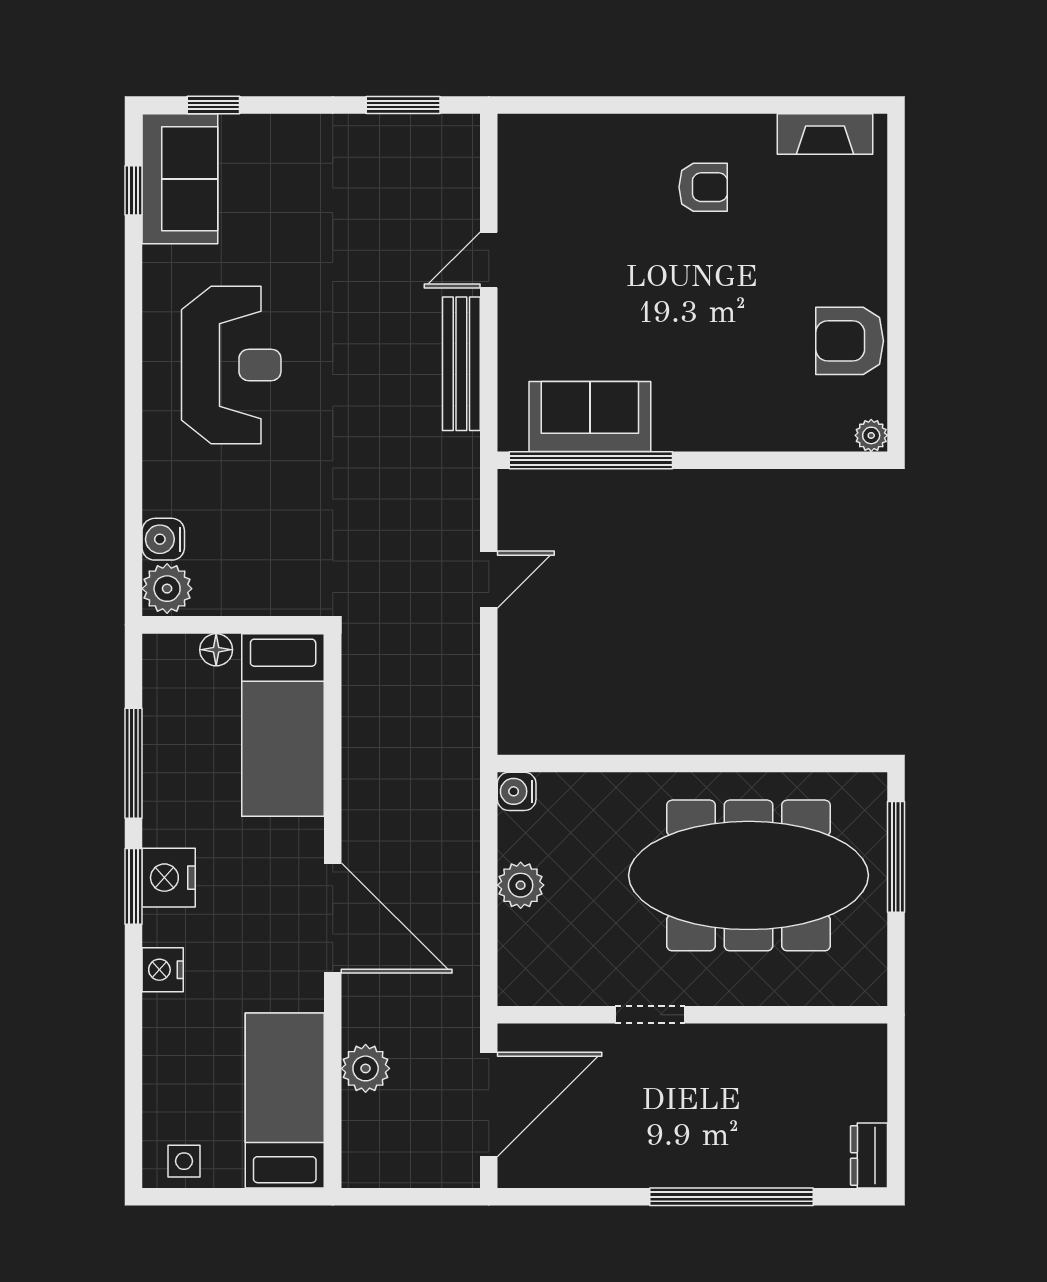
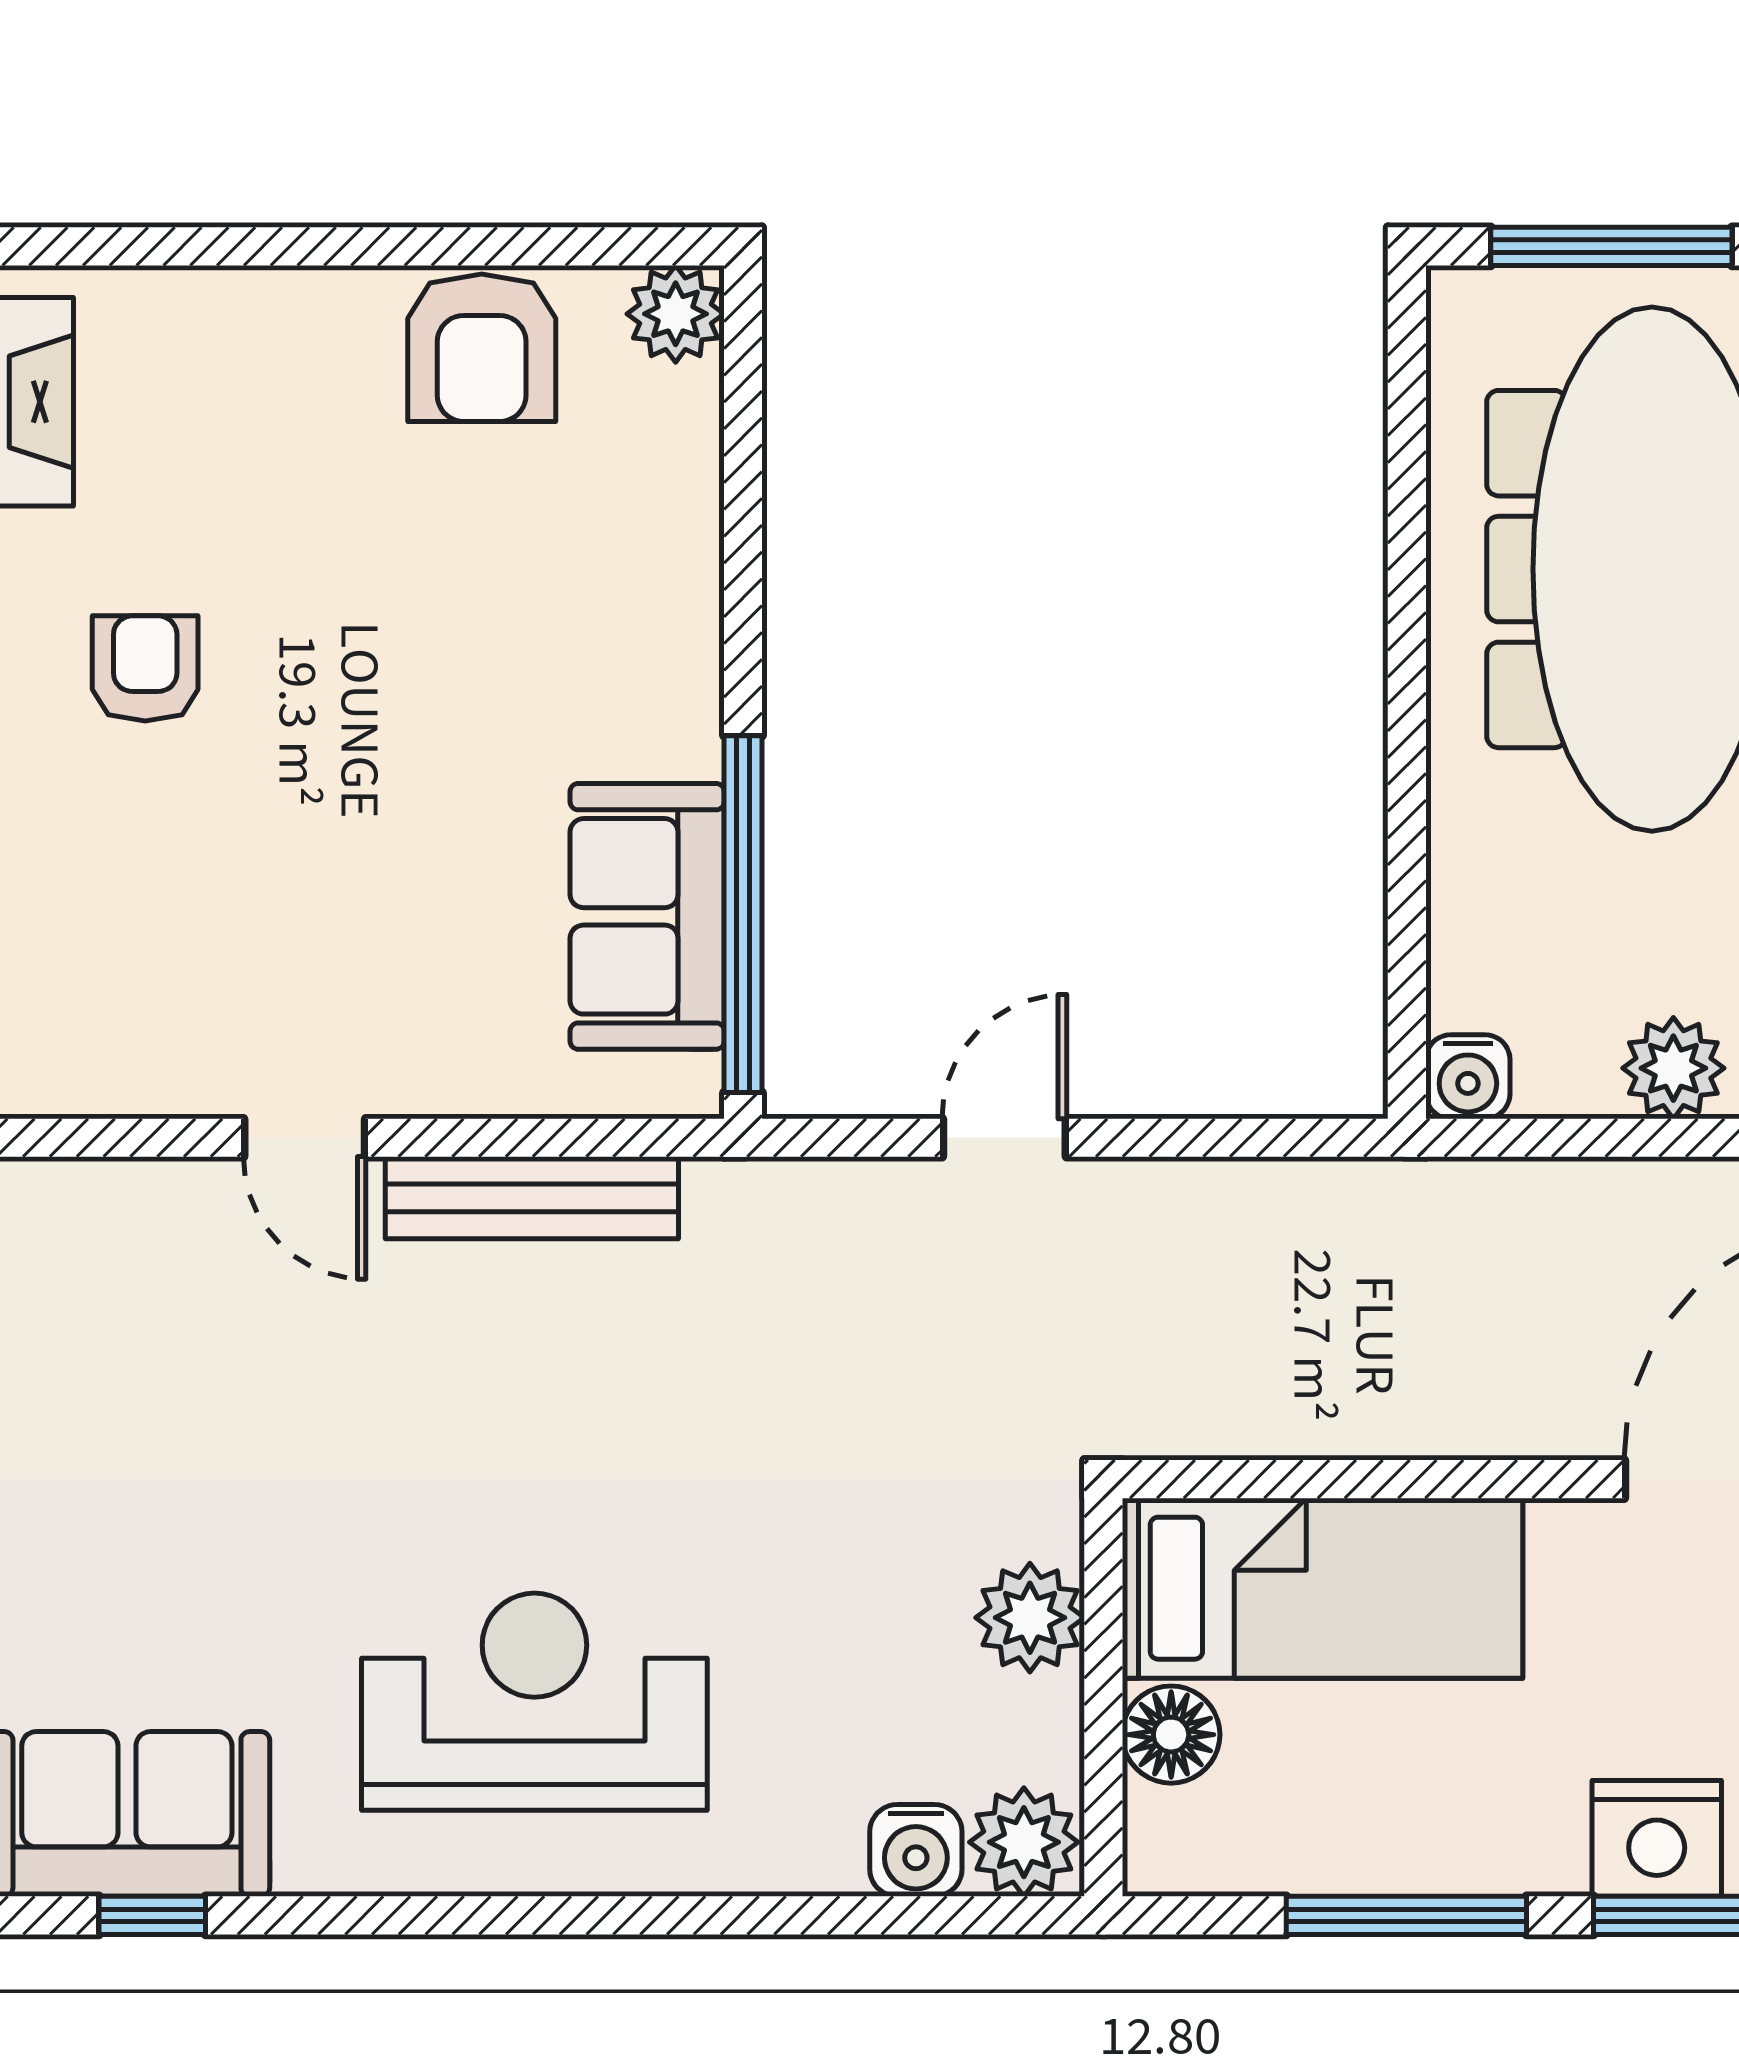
plant: (871, 435) -> (676, 314), width x1.38, depth x1.38
door: (489, 580) -> (1004, 1138), hinge flipped
plant: (270, 591) -> (1030, 1618), added
floor lamp: (216, 650) -> (1171, 1735), width x1.37, depth x1.37

